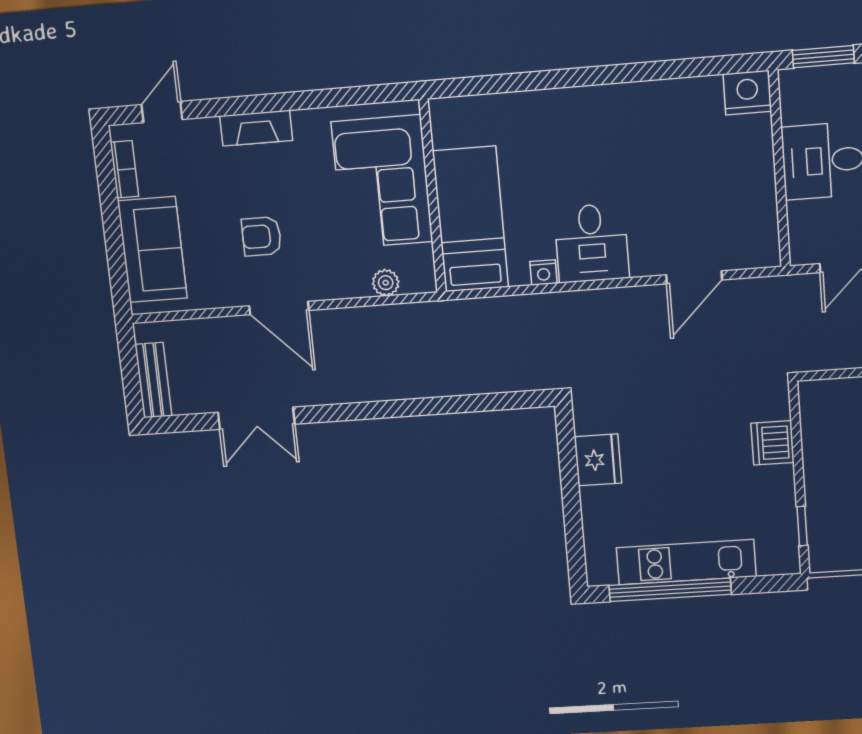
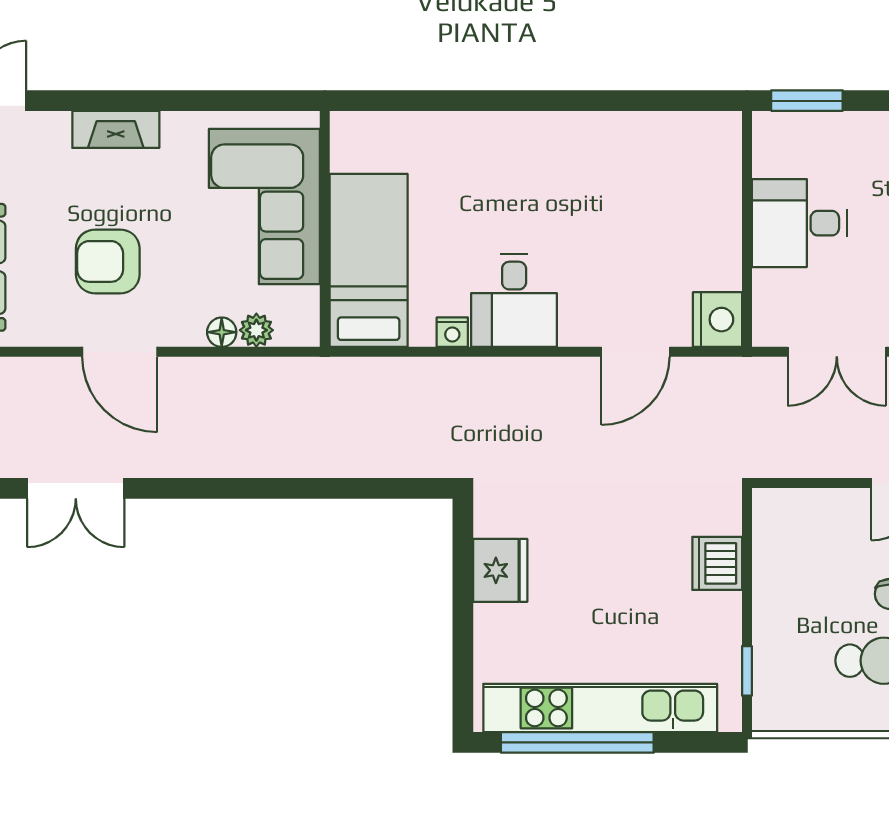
nightstand: (747, 93) -> (717, 320), moved, turned 90
armchair: (261, 236) -> (108, 261), width x1.38, depth x1.38
floor lamp: (358, 286) -> (222, 332), added
kitchen unit: (686, 562) -> (600, 708), width x1.36

